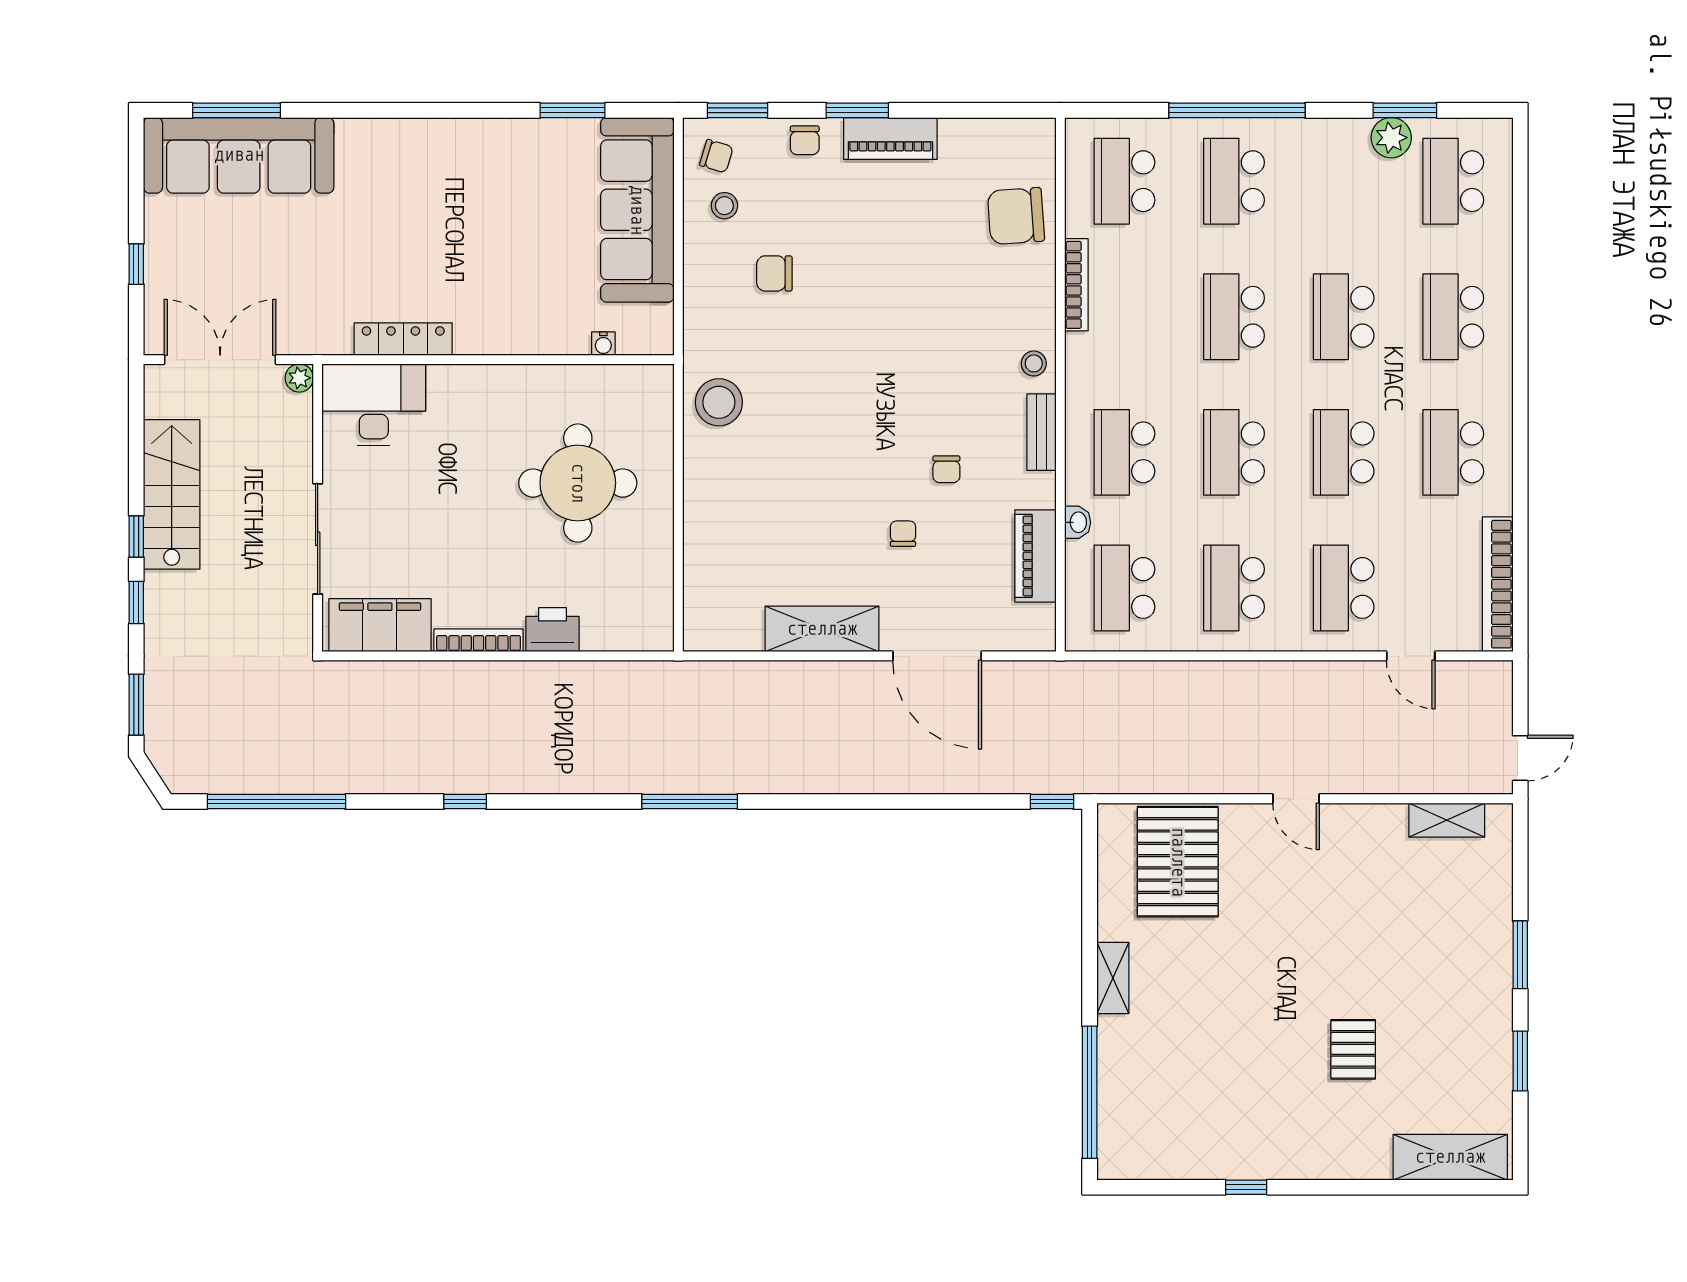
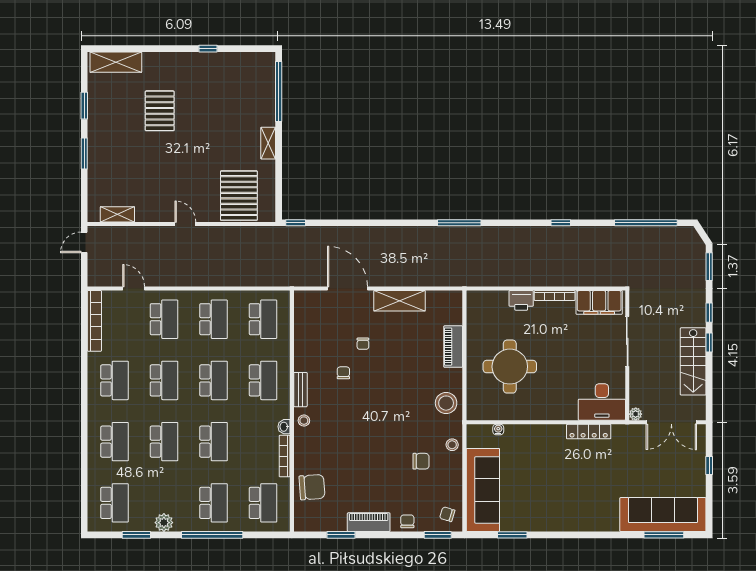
window: (857, 110) -> (341, 535), moved
plant: (1391, 138) -> (164, 523), moved
stool: (724, 206) -> (452, 445), moved
washbasin: (1078, 522) -> (284, 427), moved
piano: (1035, 556) -> (453, 347), moved, turned 180
pallet: (1353, 1049) -> (160, 111), width x1.50, depth x1.42

